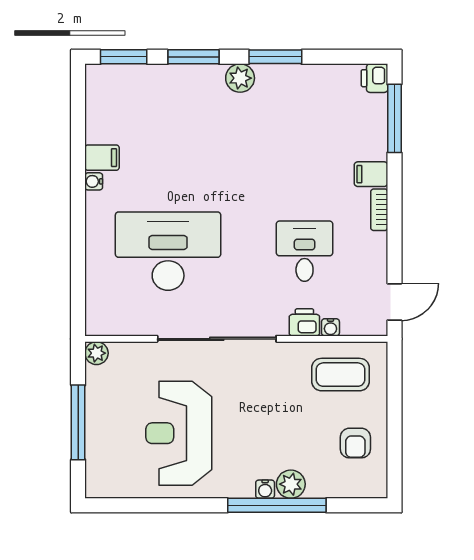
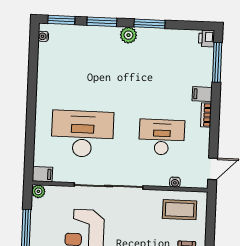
filing cabinet: (102, 158) -> (42, 174), moved
water cooler: (94, 181) -> (43, 36), moved
desk: (305, 251) -> (162, 137), width x1.37
printer: (304, 322) -> (160, 179), removed

